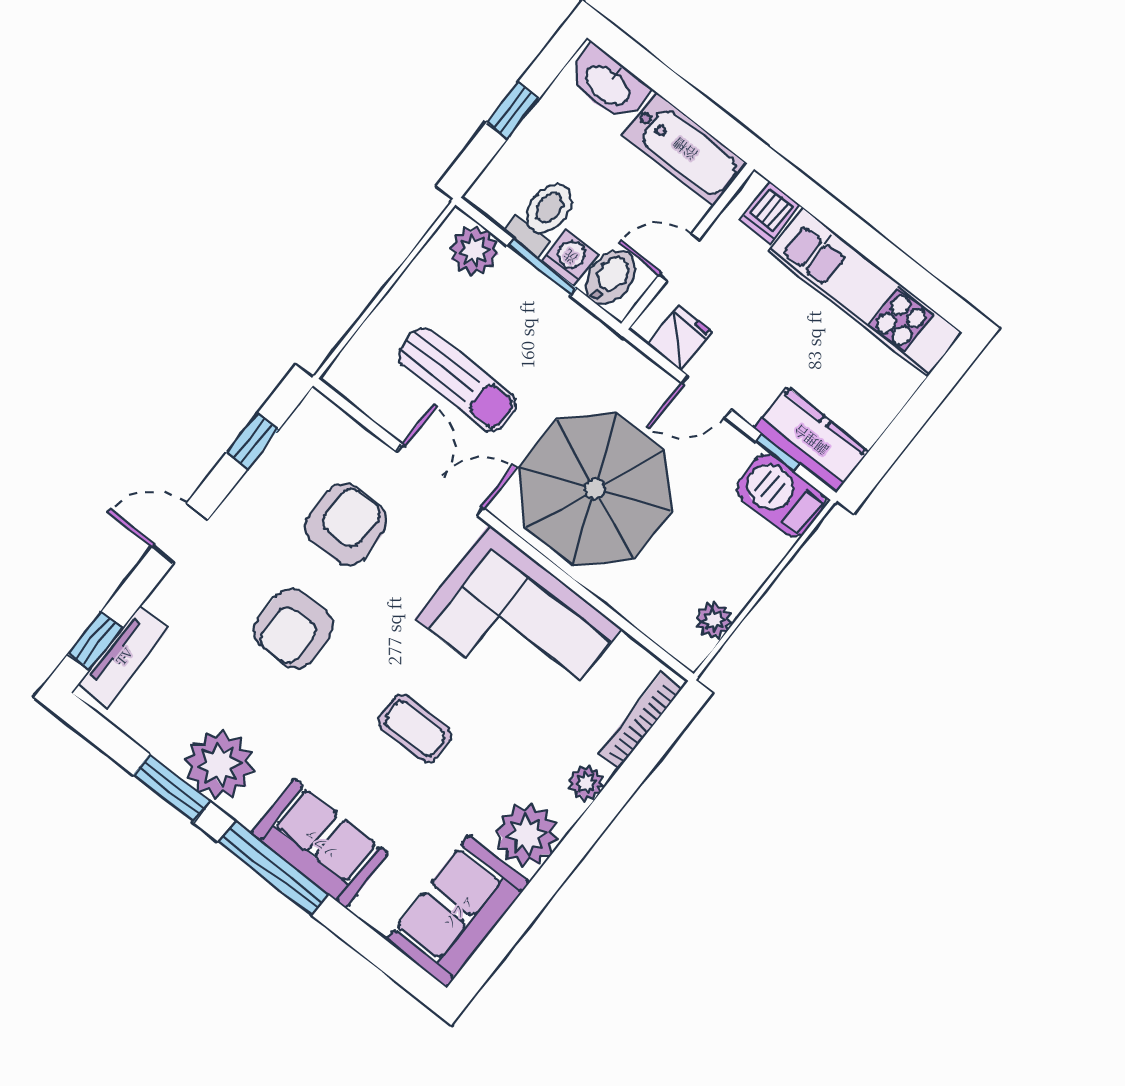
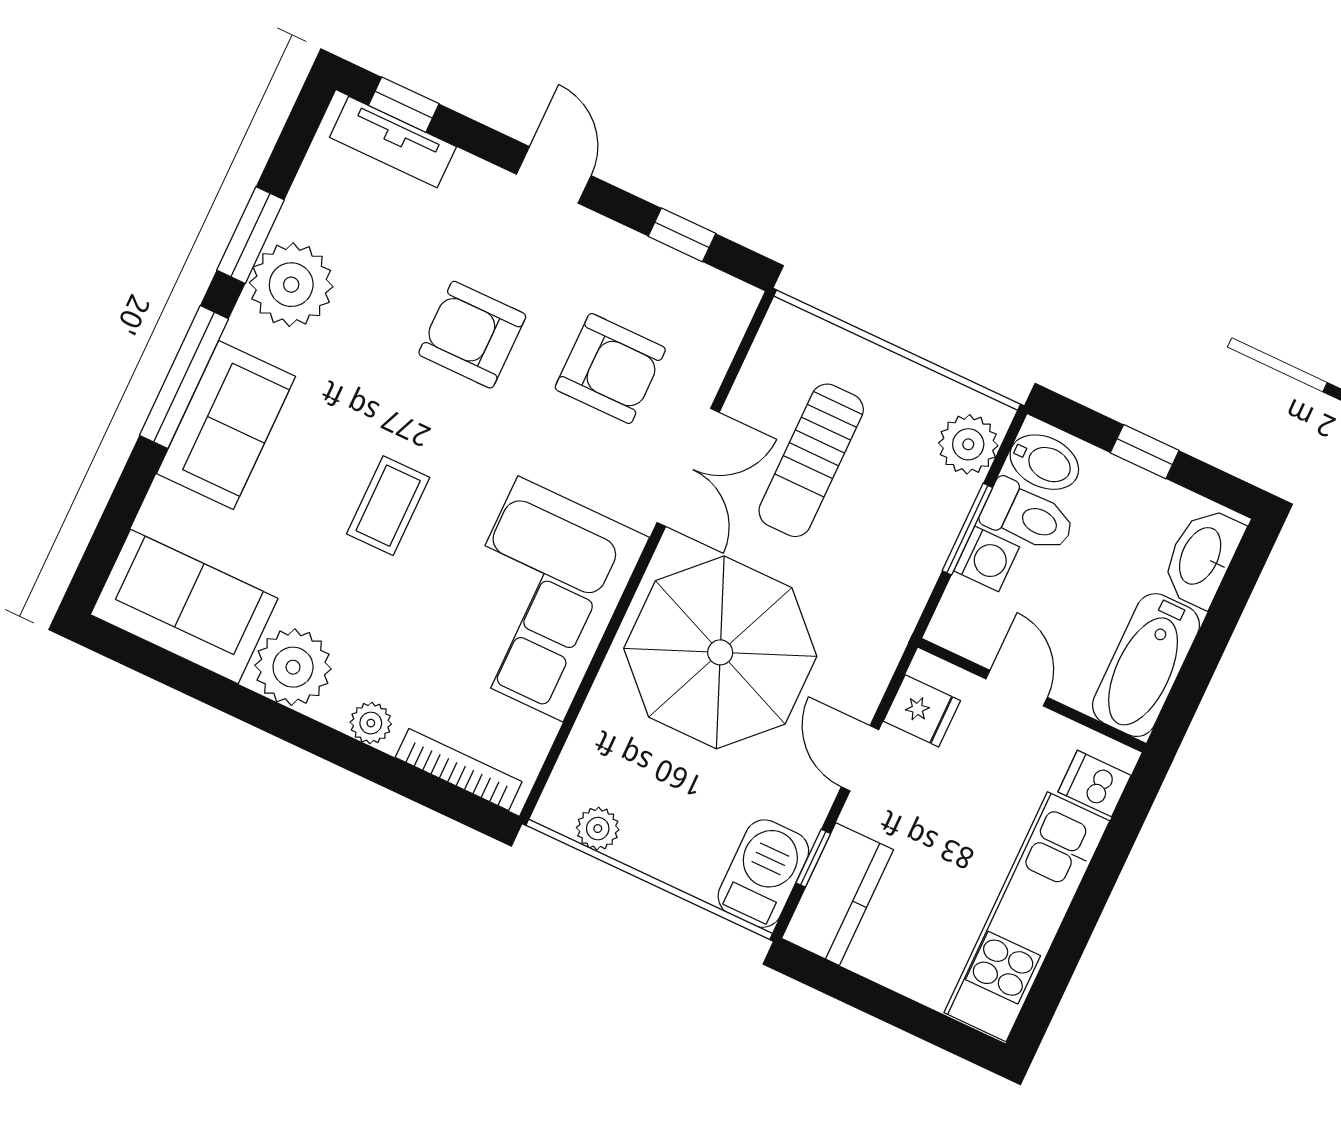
bidet: (610, 278) -> (1044, 462), moved

